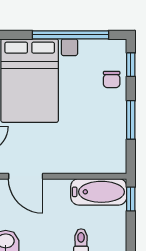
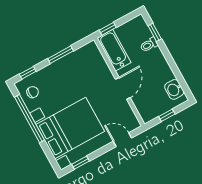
chair: (112, 79) -> (33, 92), moved
door: (26, 176) -> (123, 88), moved

